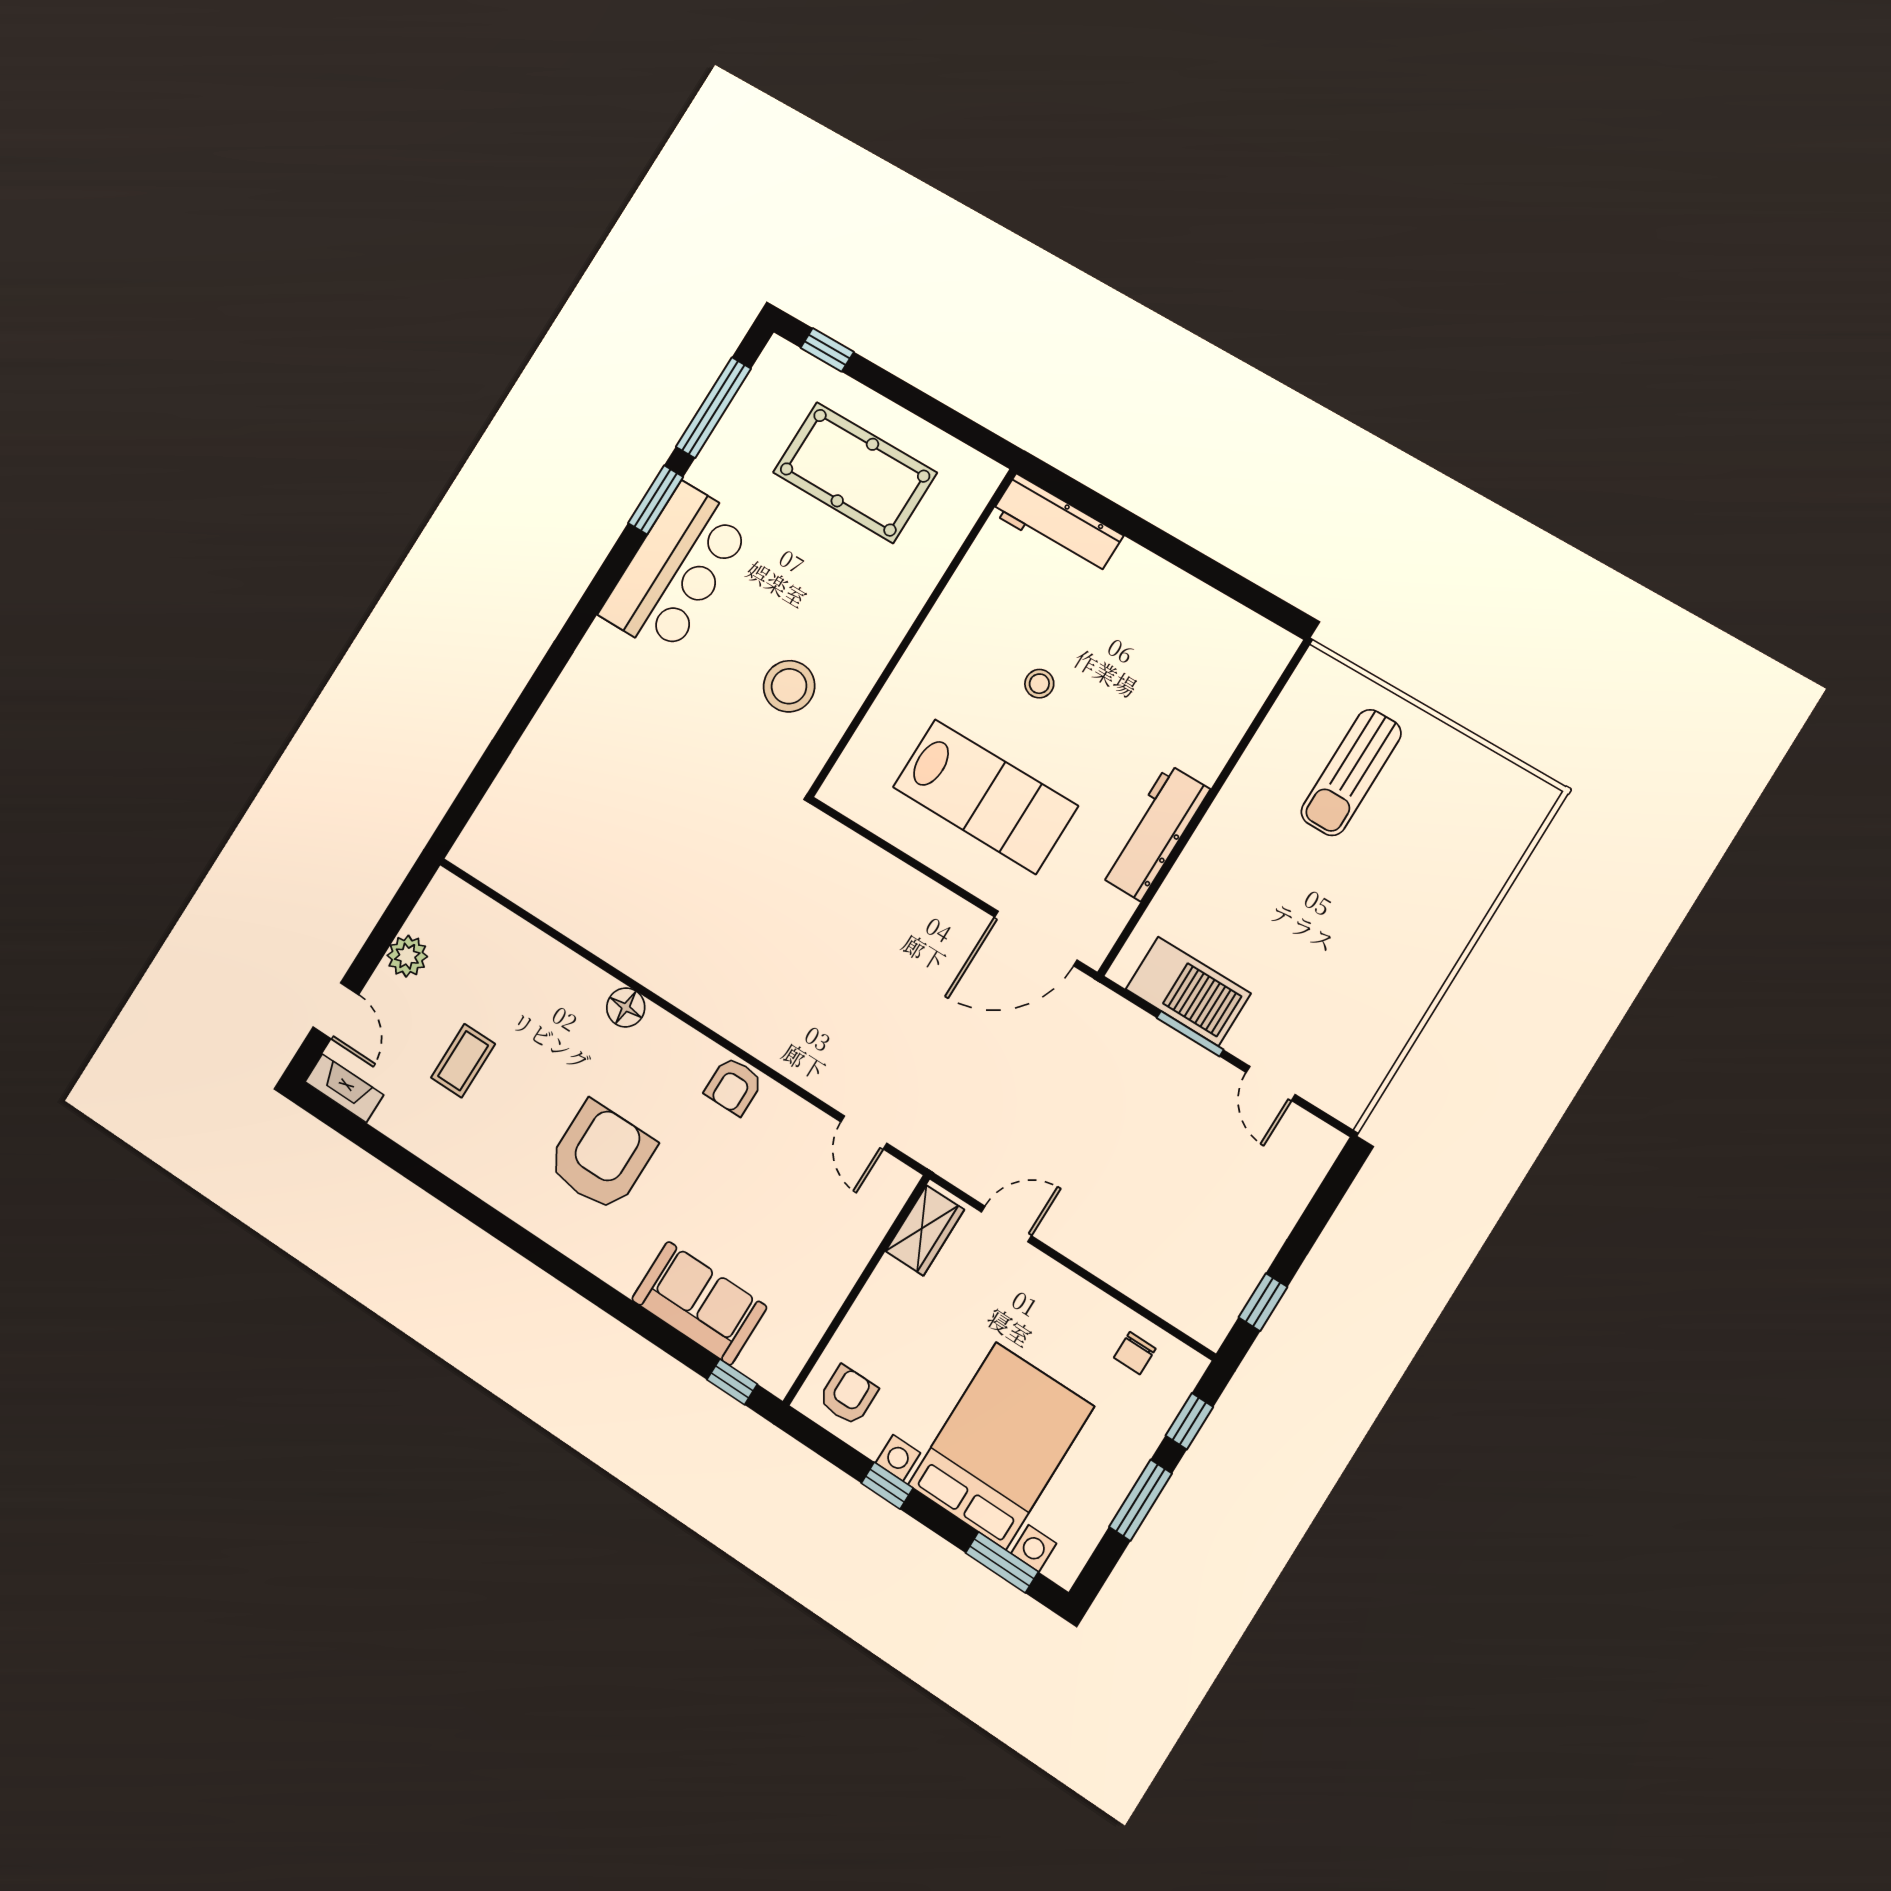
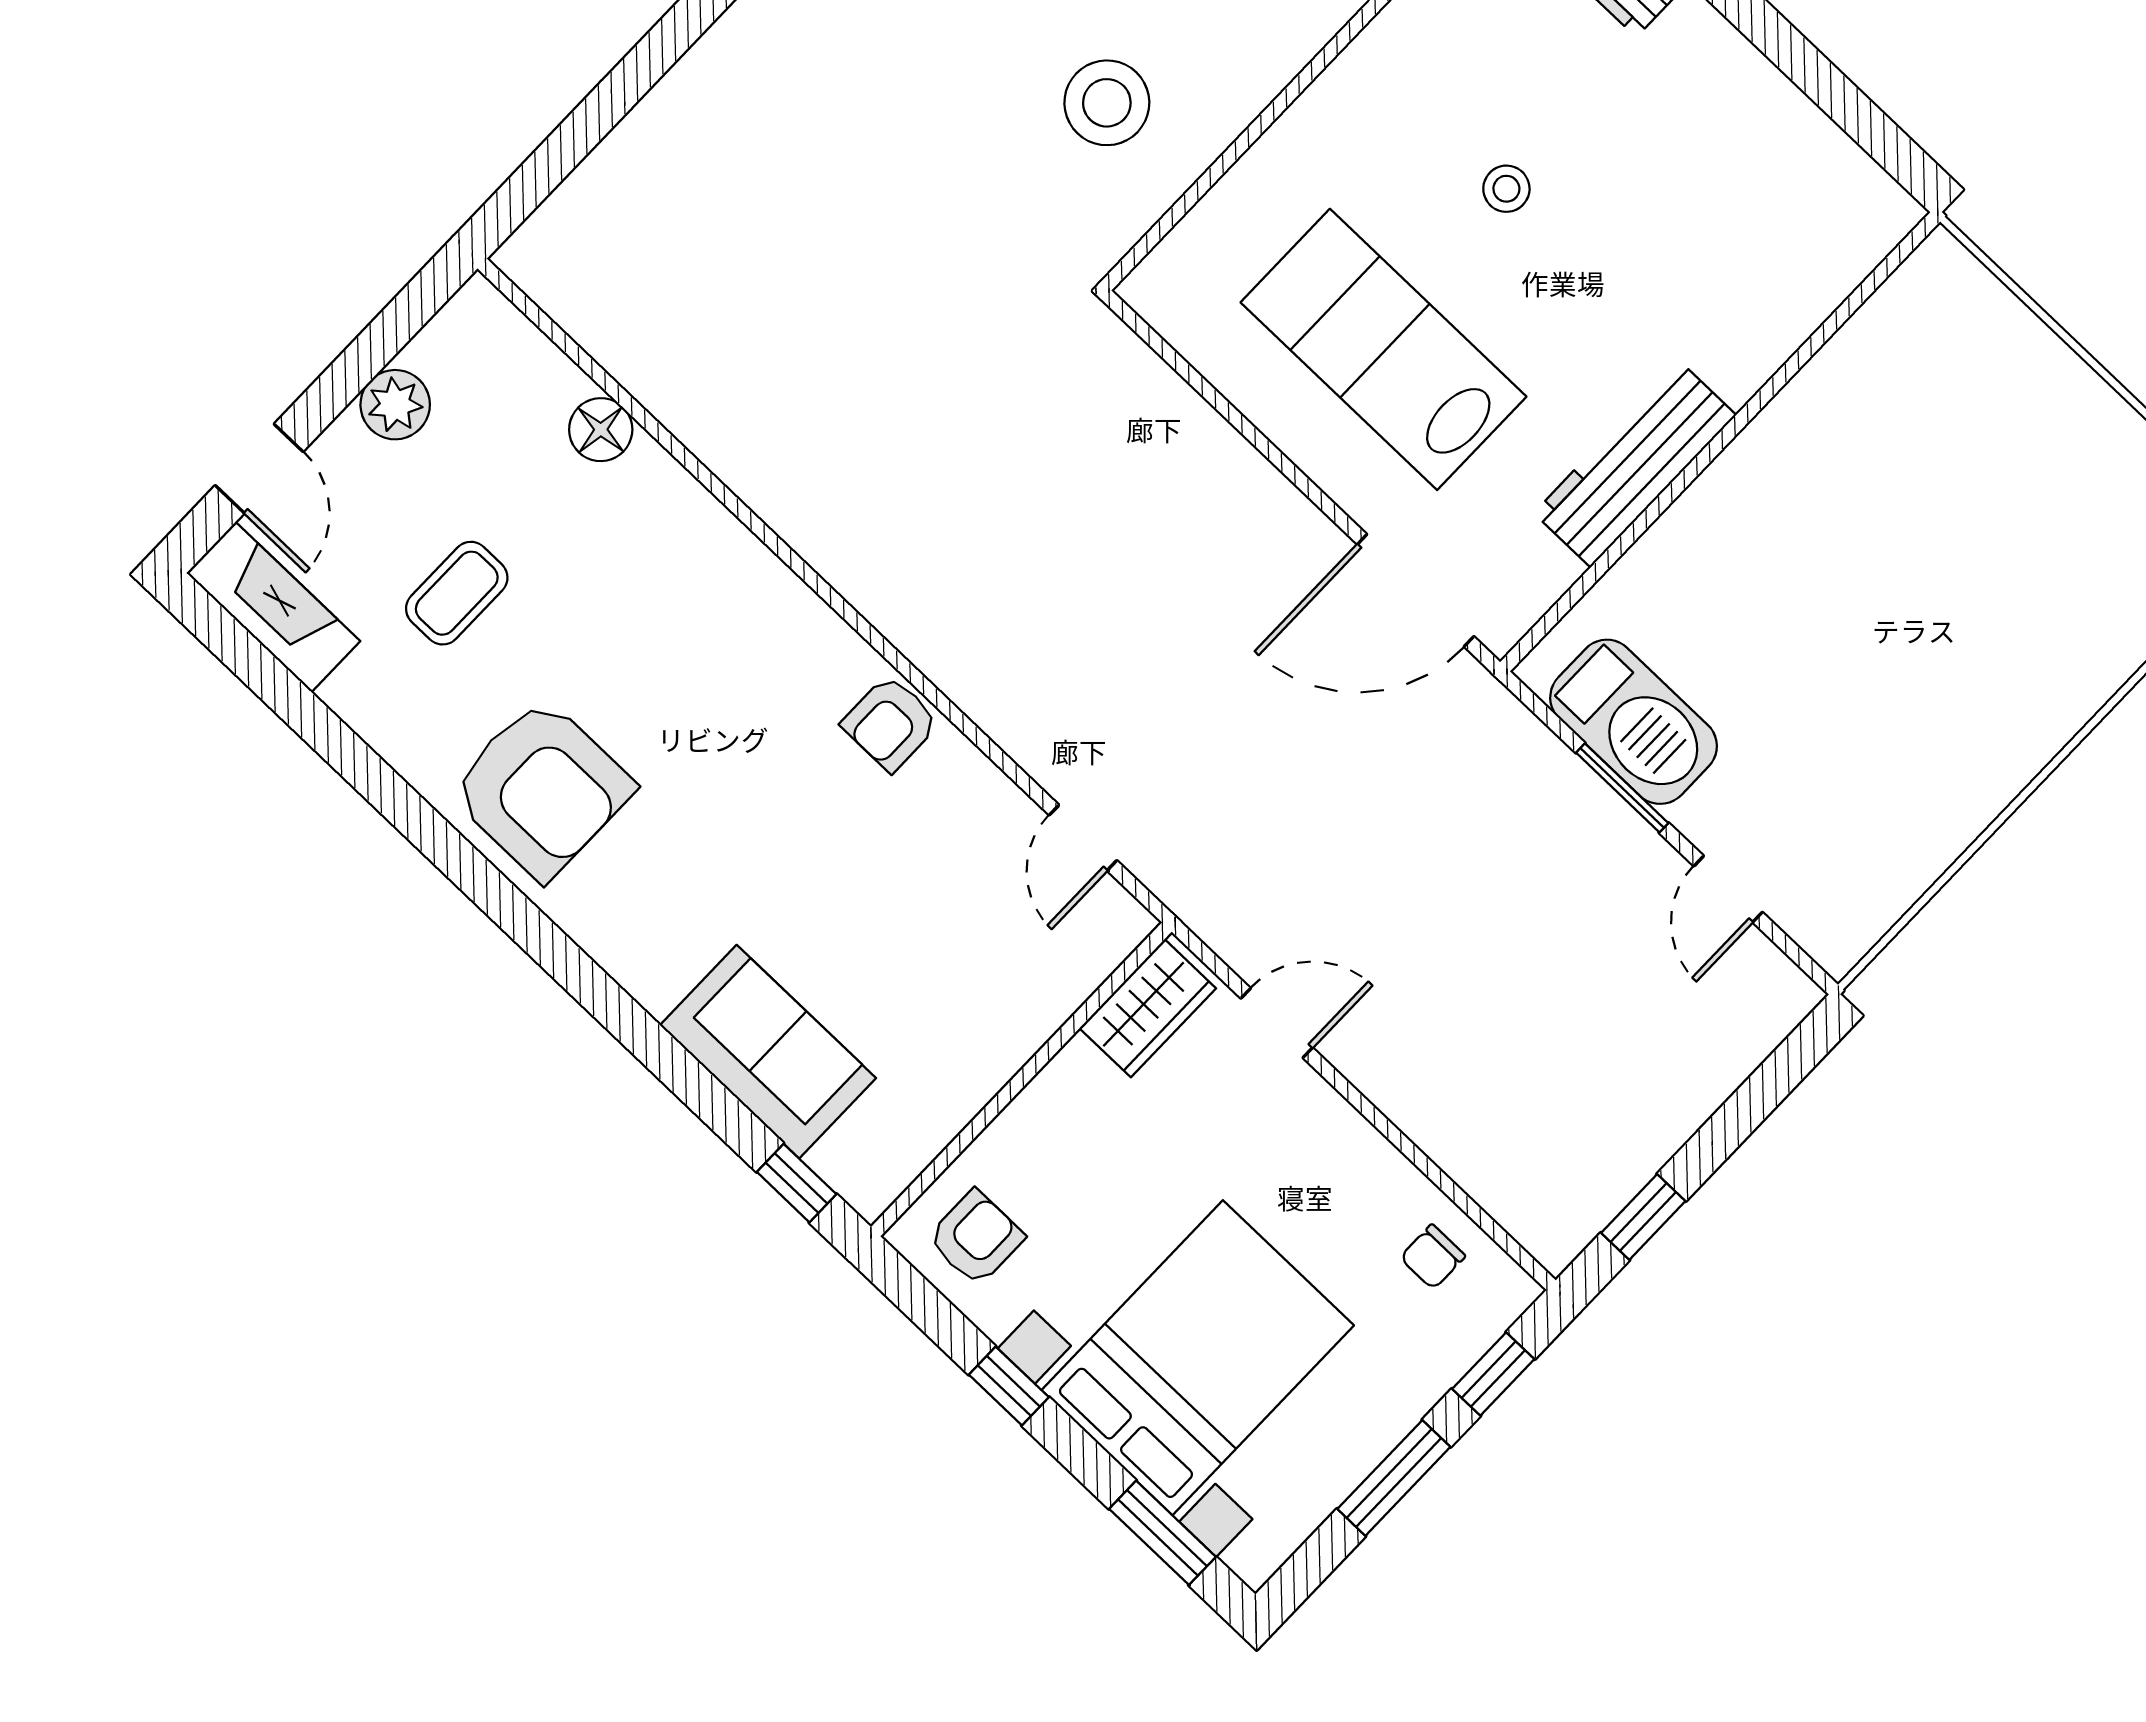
sun lounger: (1351, 773) -> (1957, 436), removed
lab bench: (985, 796) -> (1384, 349), turned 180
floor lamp: (626, 1007) -> (601, 430), moved
fireplace: (344, 1088) -> (273, 607), width x1.37, depth x1.32
armchair: (601, 1156) -> (542, 789), moved, turned 90

